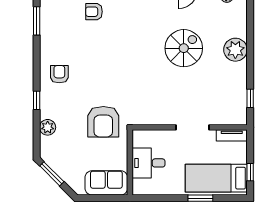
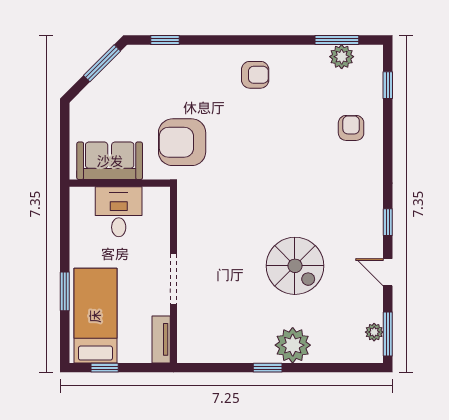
window: (250, 98) -> (268, 368), moved
window: (37, 100) -> (165, 40), moved
plant: (48, 127) -> (342, 57), moved
sofa: (106, 183) -> (110, 161), moved, turned -90

